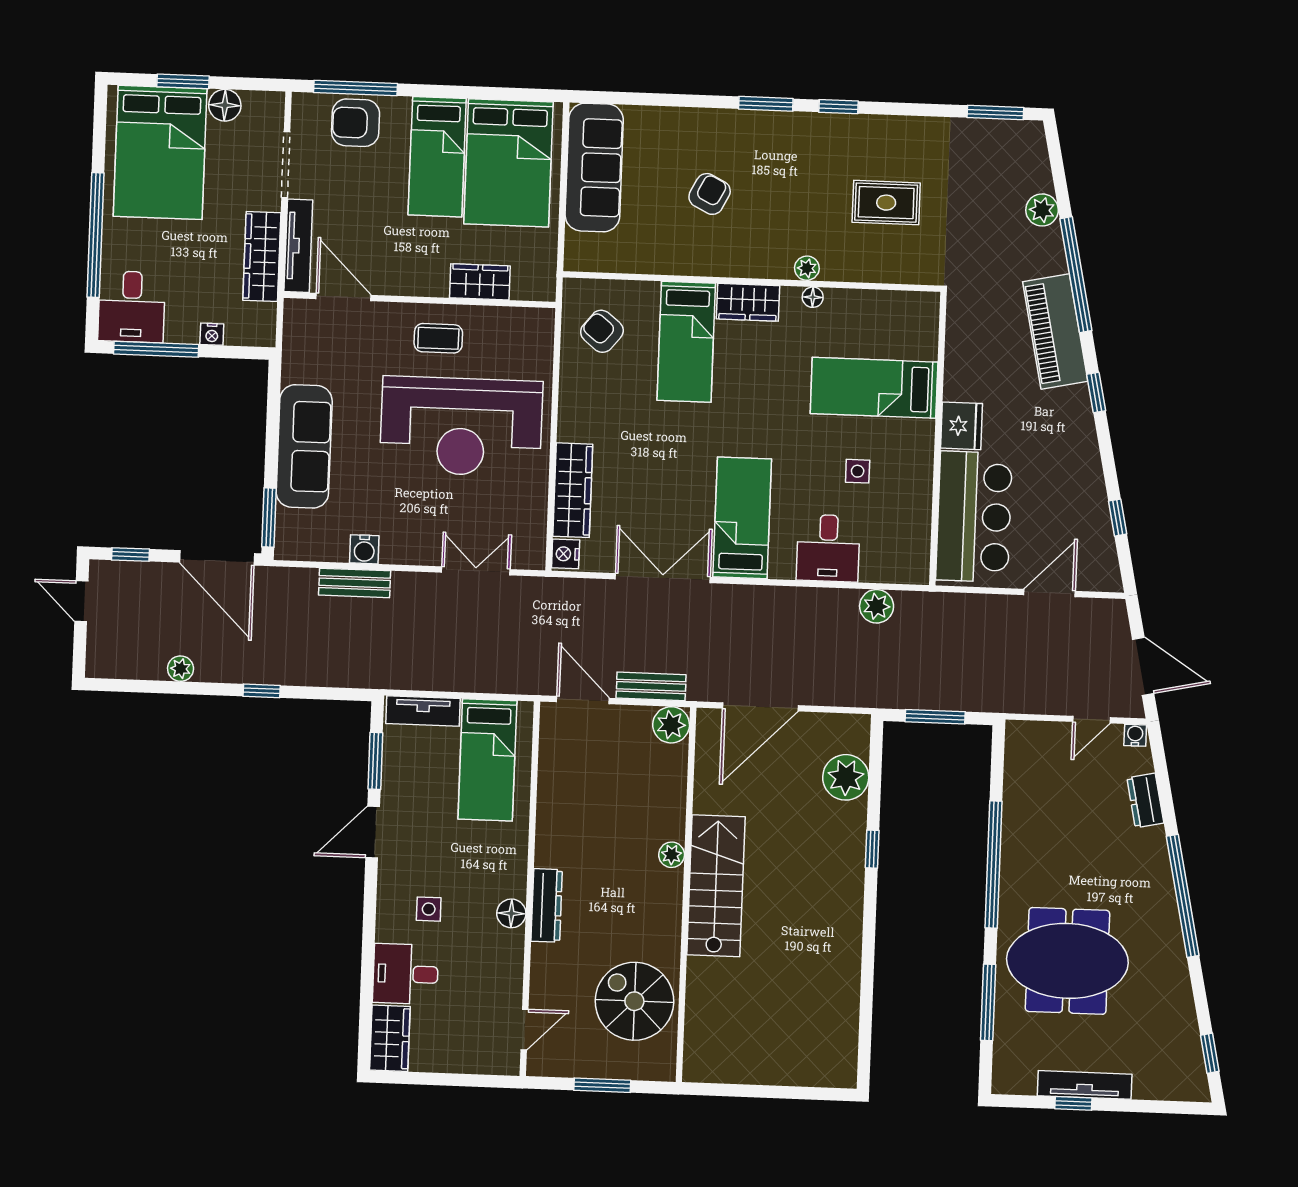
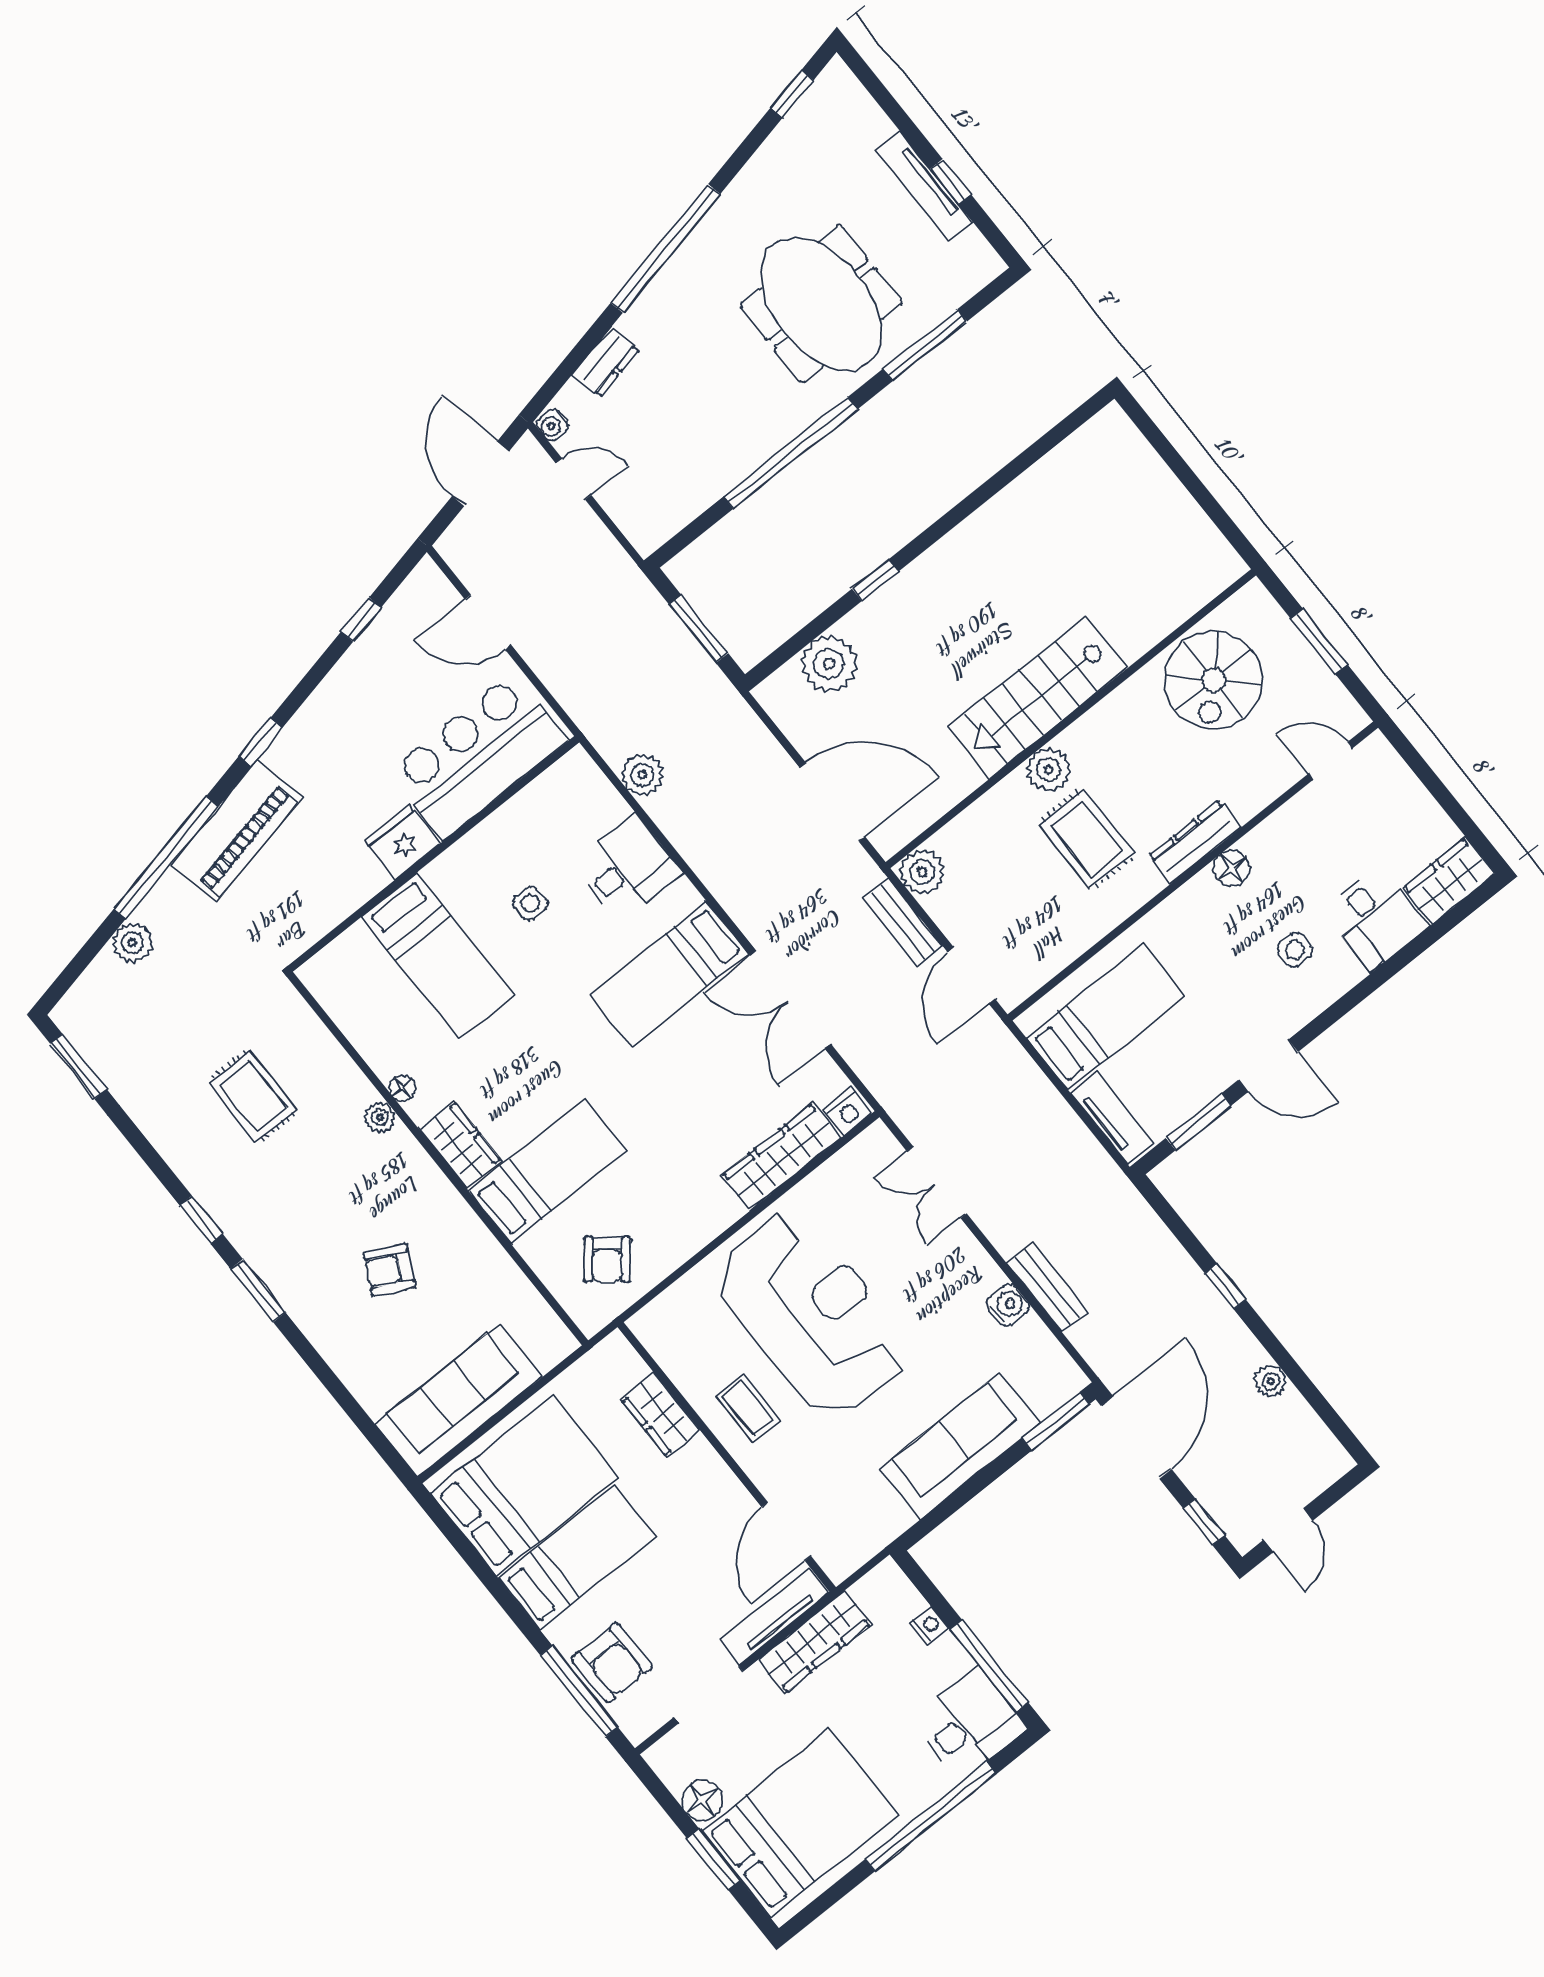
rug: (605, 841) -> (1087, 839), added
plant: (672, 855) -> (1049, 770), width x1.38, depth x1.38

